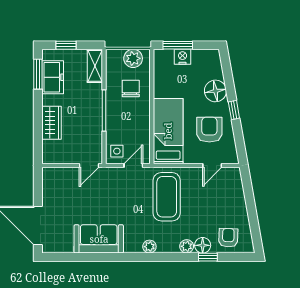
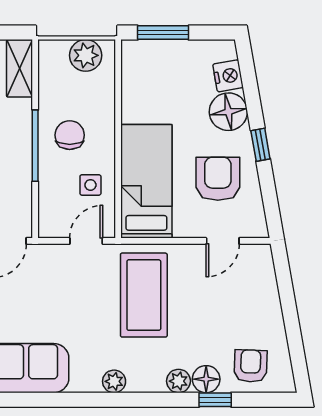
nightstand: (183, 57) -> (228, 76), moved, turned 80
chair: (131, 88) -> (70, 135), moved
side table: (117, 151) -> (90, 185), moved

